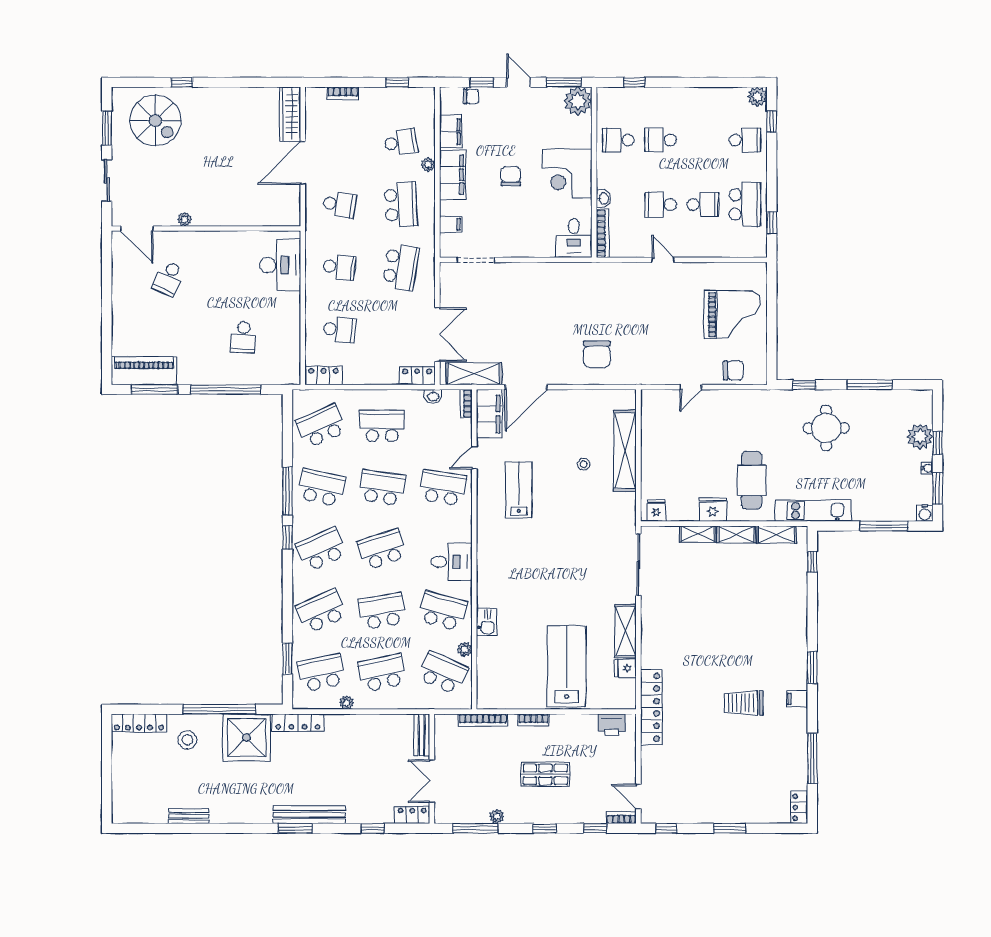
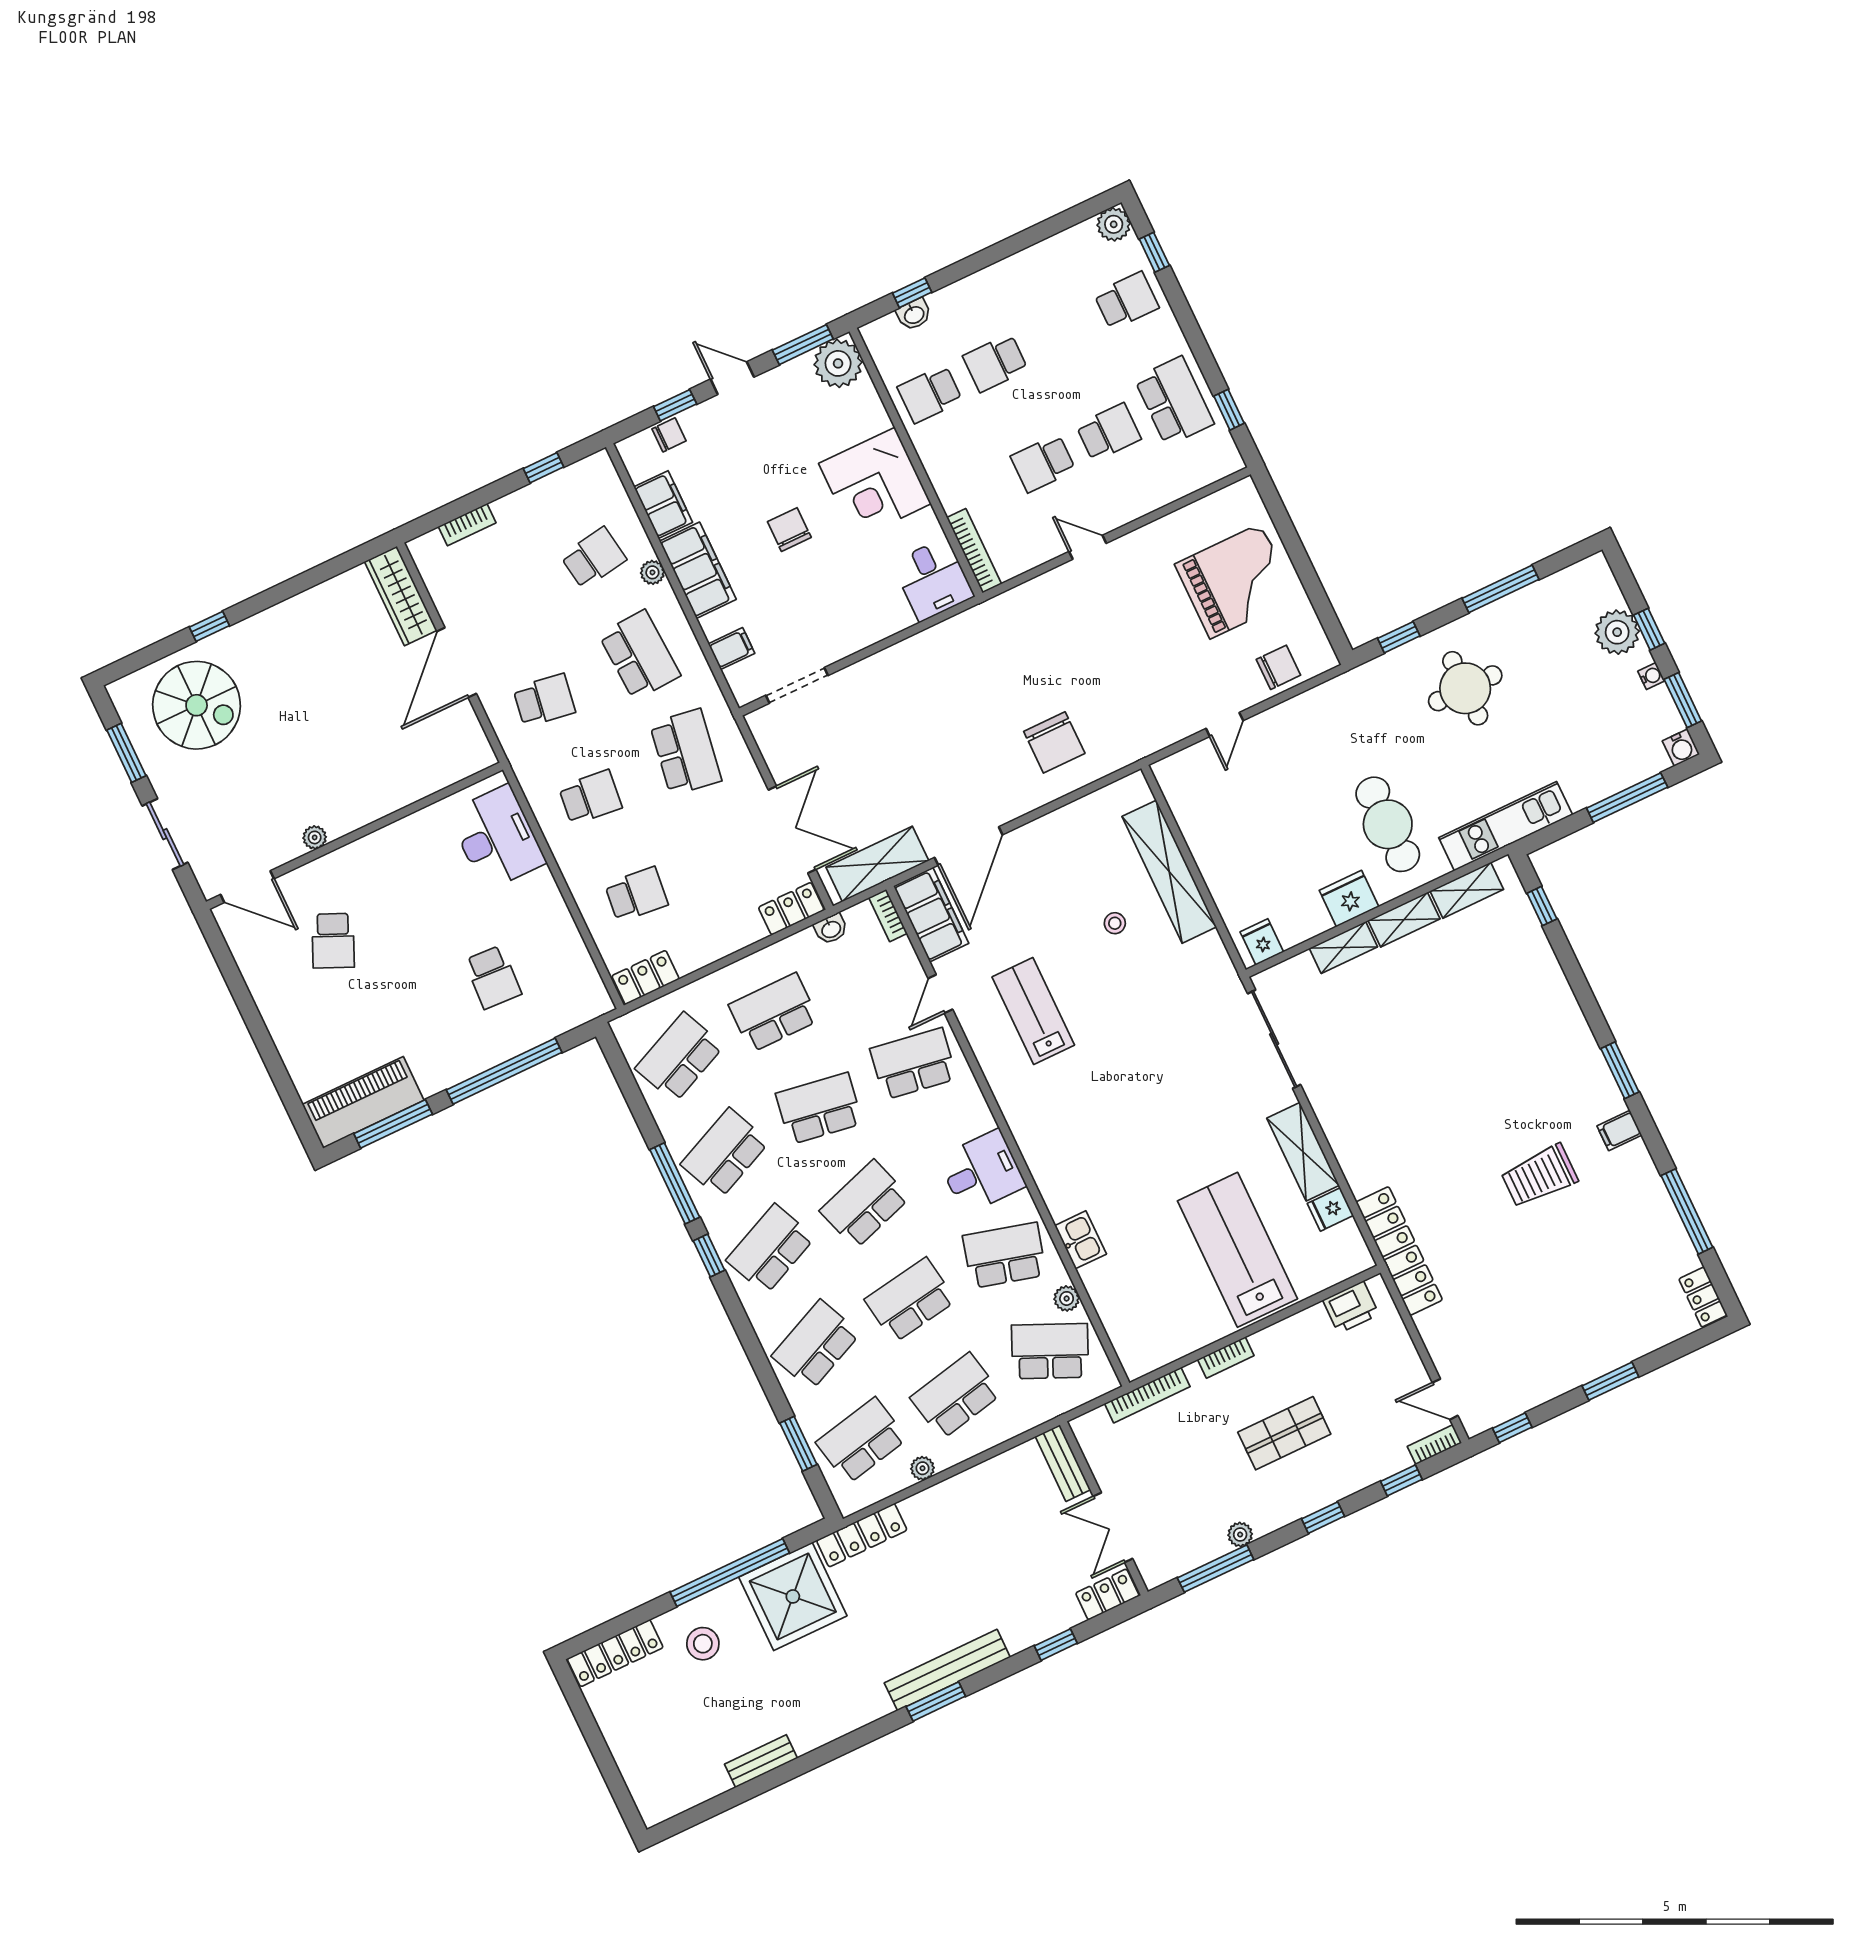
washbasin: (604, 199) -> (914, 314), moved, turned 90
school desk: (321, 488) -> (725, 1153), turned -36

